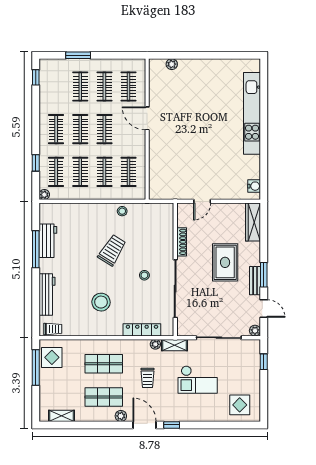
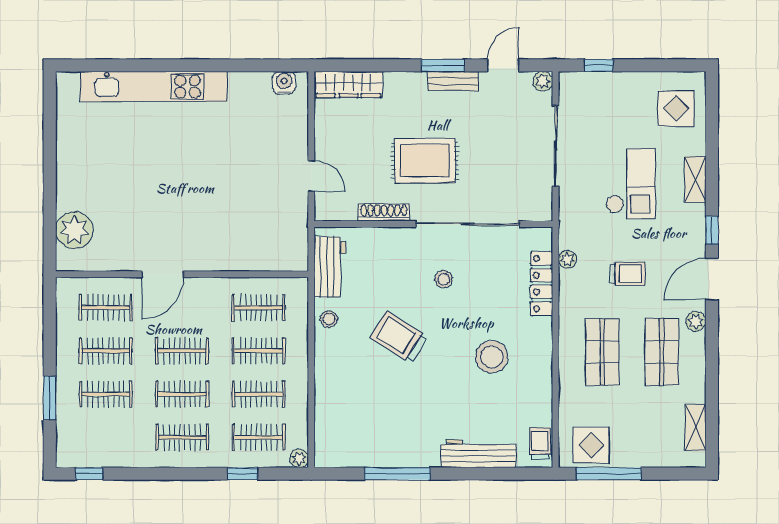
plant: (172, 64) -> (74, 230), width x1.88, depth x1.88
workbench: (48, 241) -> (330, 267), moved, turned 90
rug: (225, 262) -> (425, 161), moved
shelving: (174, 345) -> (695, 179), moved

